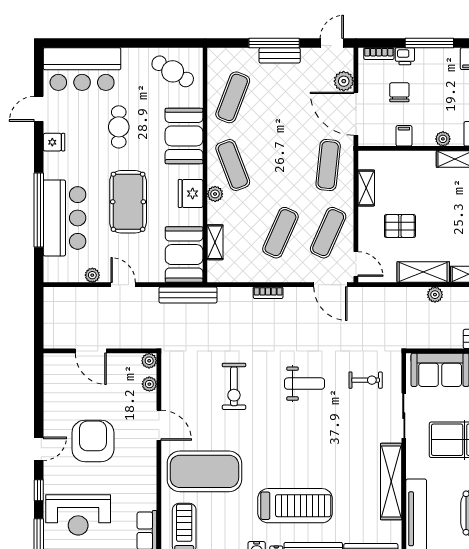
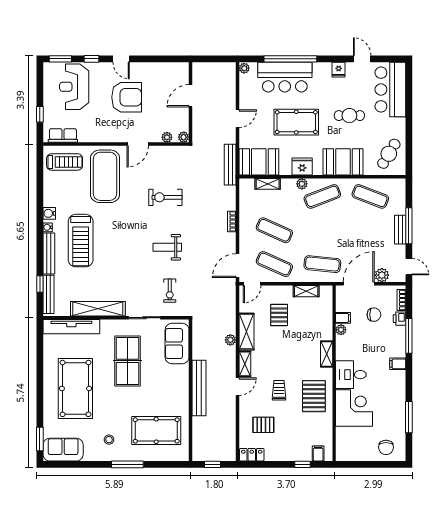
plant: (443, 139) -> (341, 330), moved
plant: (92, 275) -> (244, 68), moved
weight bench: (304, 384) -> (167, 247), turned 90

